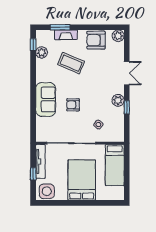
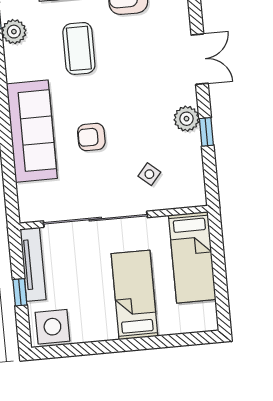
coffee table: (71, 63) -> (79, 48), turned 67
sofa: (46, 99) -> (32, 131), width x1.36
bed: (82, 180) -> (134, 295), width x0.67

